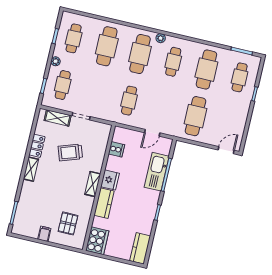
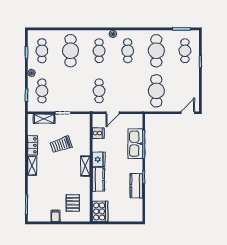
cafe table: (140, 54) -> (99, 51), width x0.73, depth x0.74
door: (152, 133) -> (113, 113), moved
kitchen counter: (140, 248) -> (136, 186), moved

